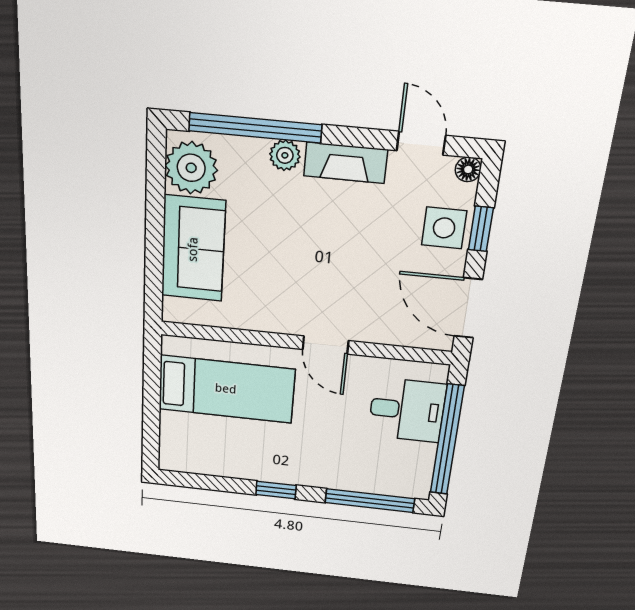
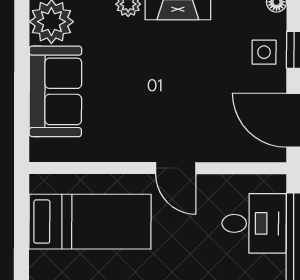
side table: (444, 228) -> (264, 52), width x0.73, depth x0.73

